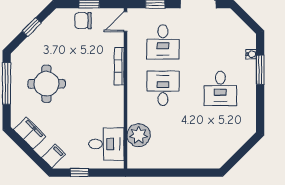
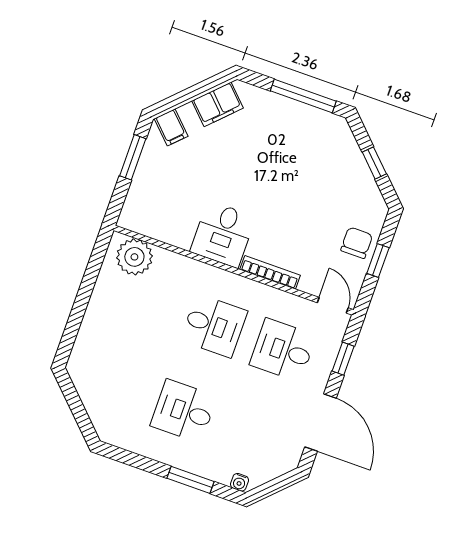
water cooler: (251, 54) -> (239, 482), moved
round table: (46, 84) -> (282, 155), removed
plant: (139, 135) -> (134, 257), moved
desk: (106, 144) -> (223, 234), moved
window: (79, 173) -> (133, 157), width x1.50

